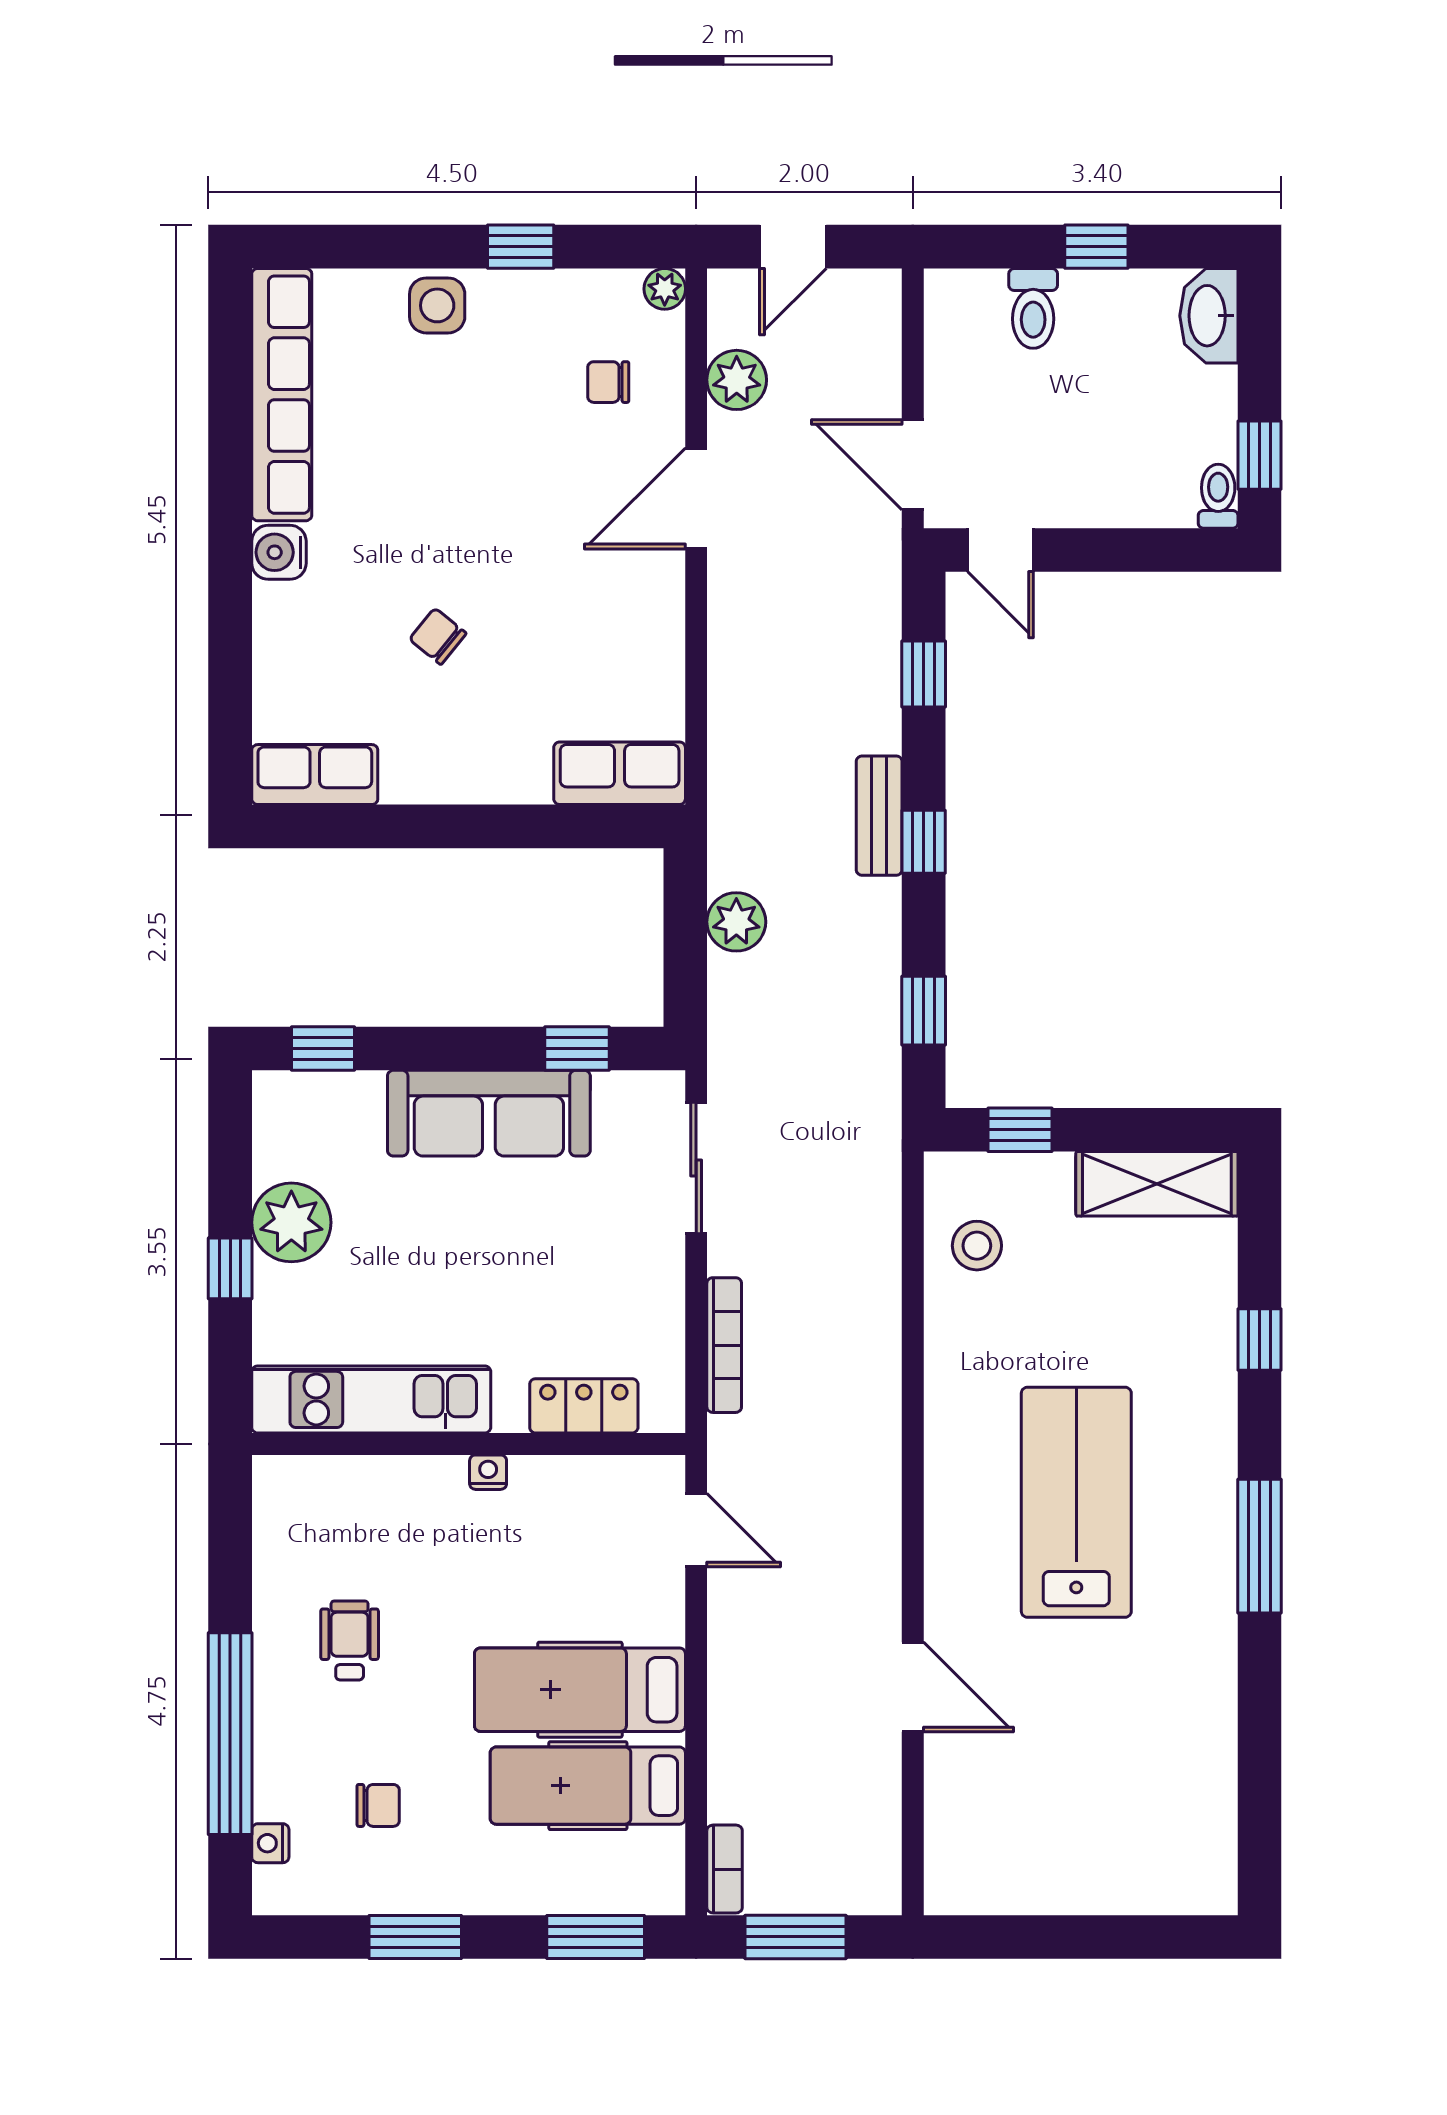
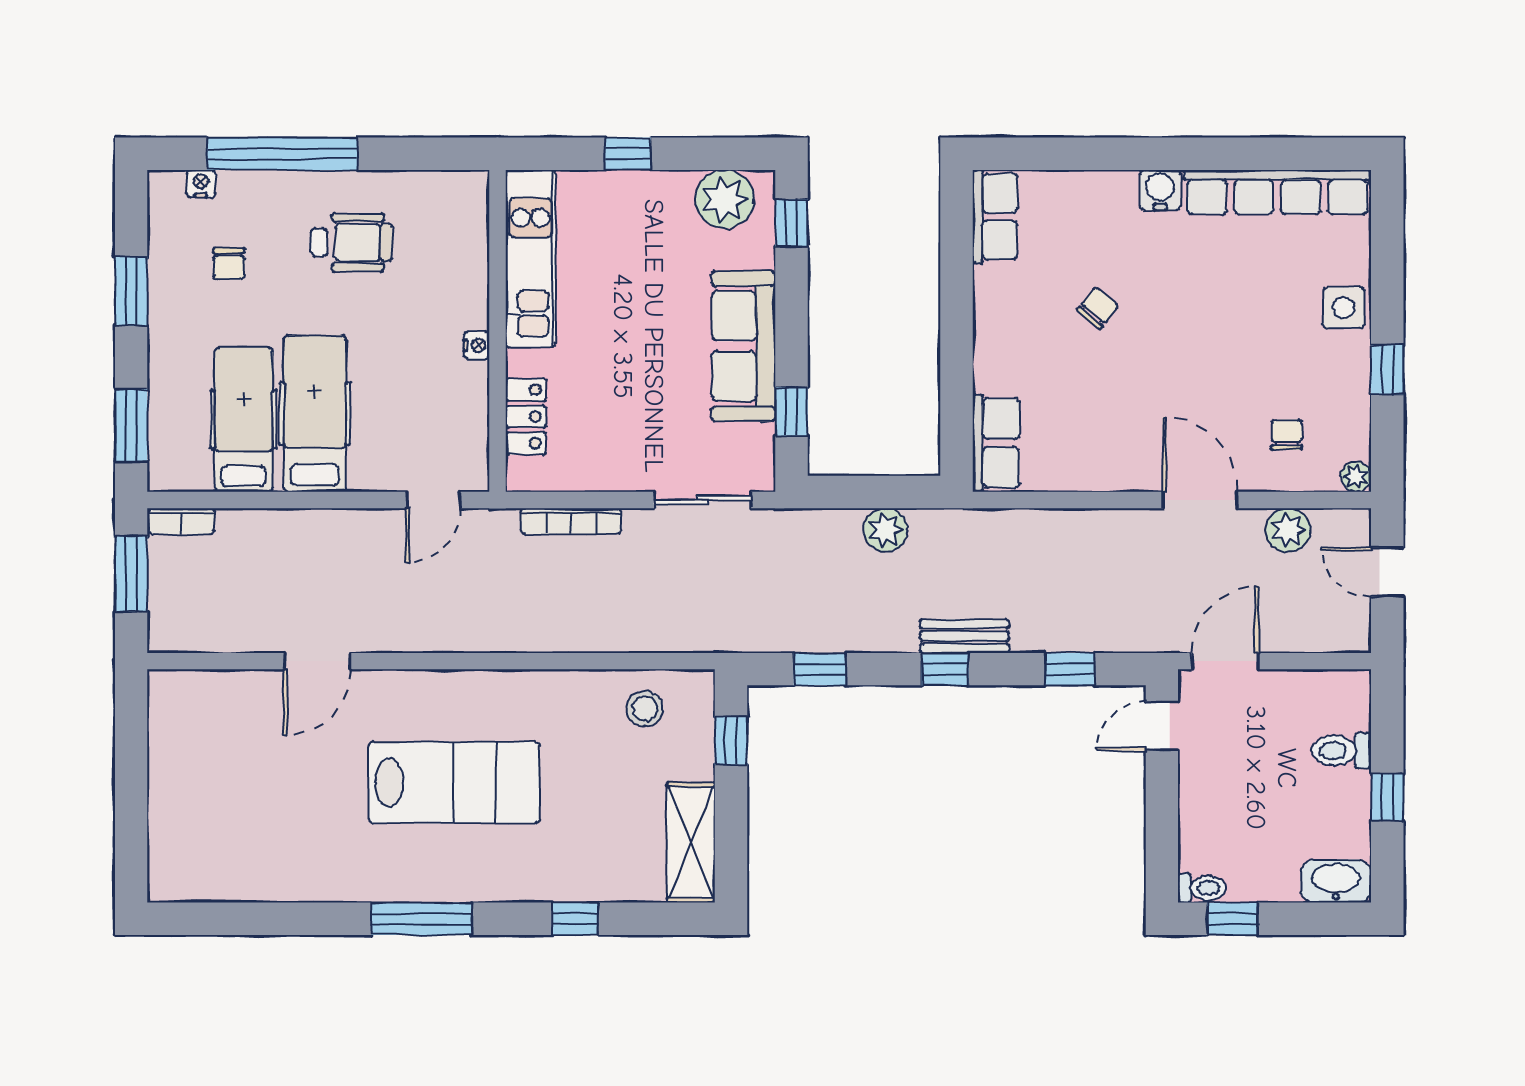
plant: (291, 1222) -> (724, 199), moved
wheelchair: (350, 1641) -> (351, 242), width x1.36, depth x1.37

